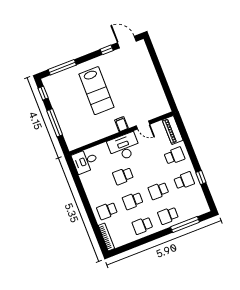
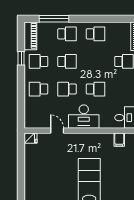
fridge: (164, 109) -> (31, 138), added
filing cabinet: (121, 124) -> (119, 140), moved
piano: (173, 130) -> (30, 36), moved
school desk: (133, 201) -> (67, 89), moved, turned 180

